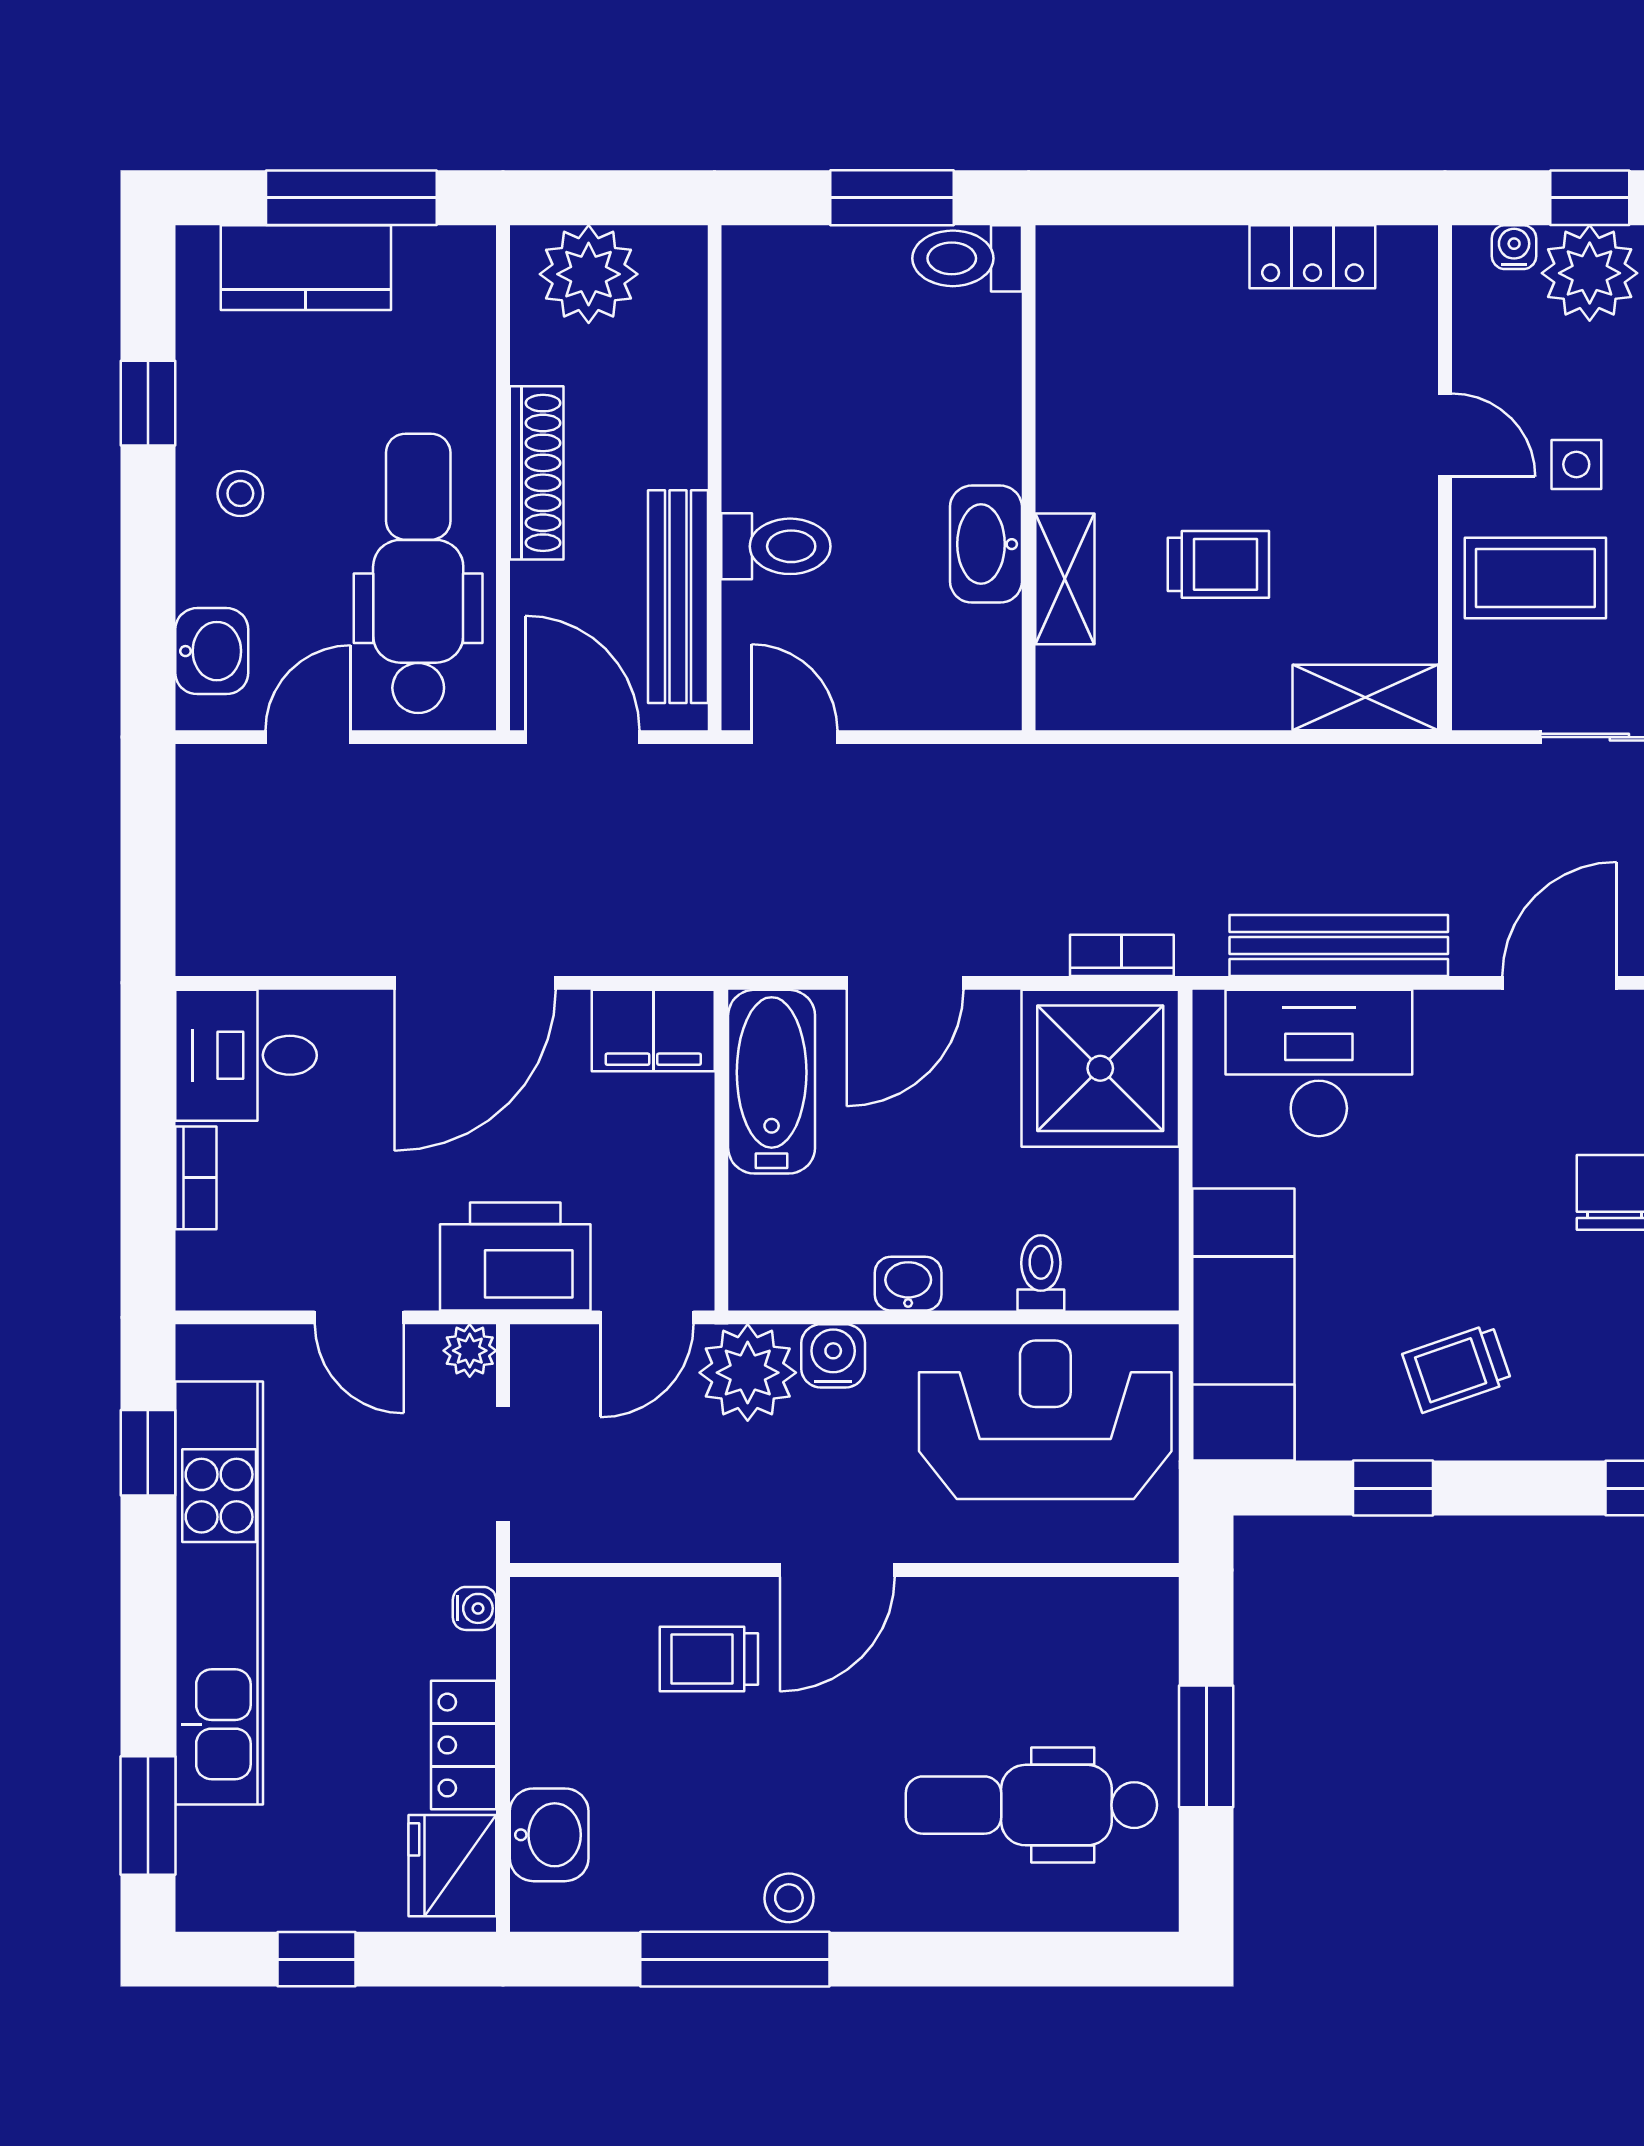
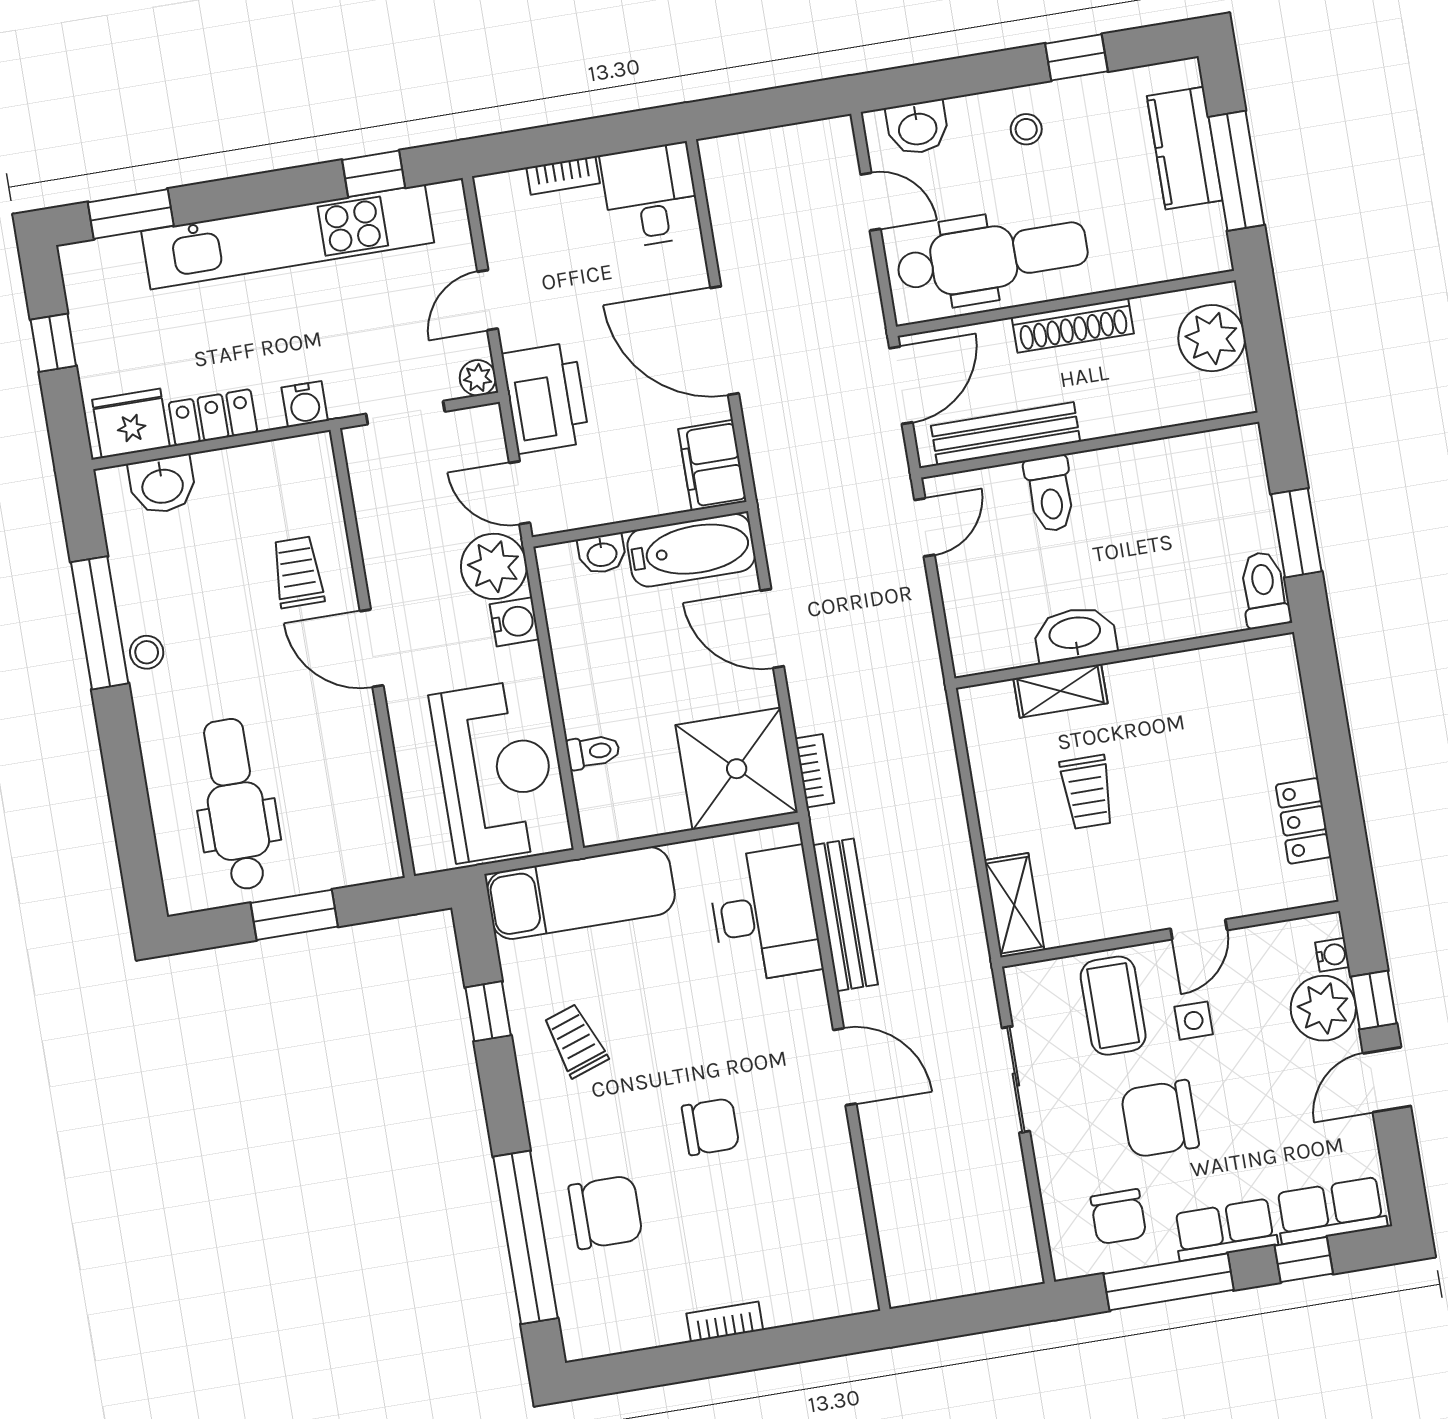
washbasin: (908, 1284) -> (602, 554), moved, turned 90
water cooler: (475, 1608) -> (305, 404), width x1.38, depth x1.38

